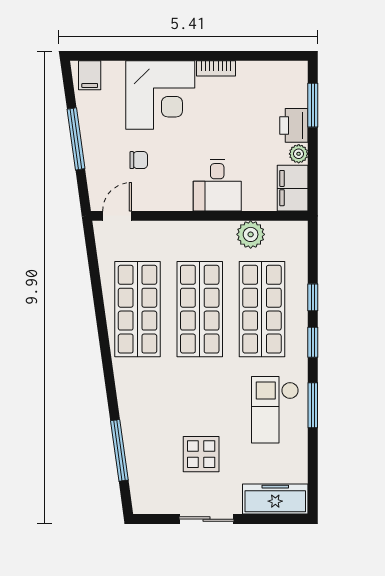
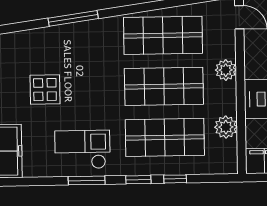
plant: (181, 233) -> (226, 70), added
window: (119, 450) -> (73, 18), moved

